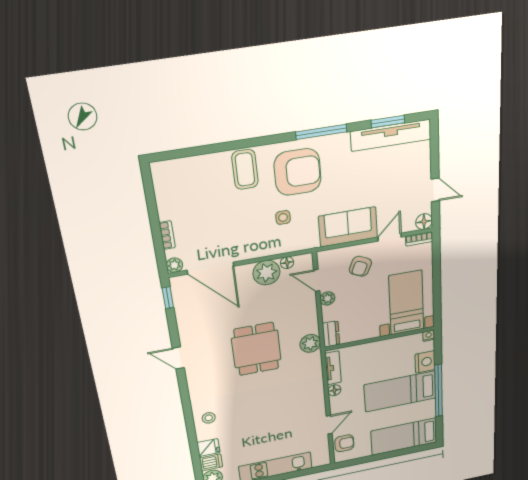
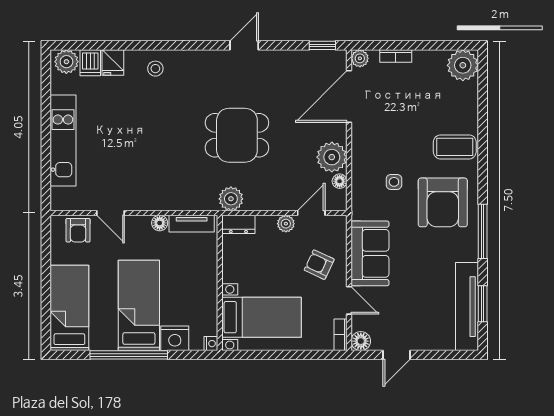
plant: (166, 174) -> (463, 65), added

